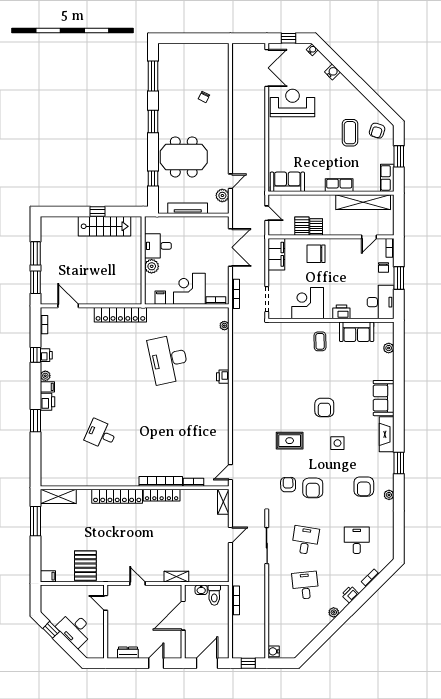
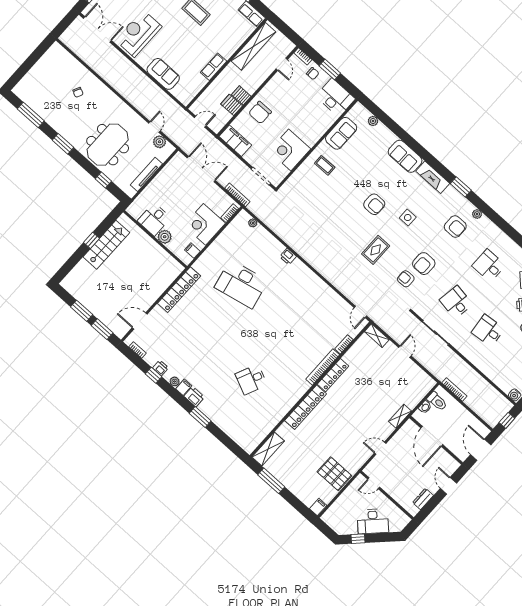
sofa: (287, 182) -> (163, 74), moved, turned 90
row of seats: (339, 185) -> (214, 67), moved
printer: (341, 312) -> (317, 131), removed
armchair: (313, 488) -> (424, 264), turned 90

